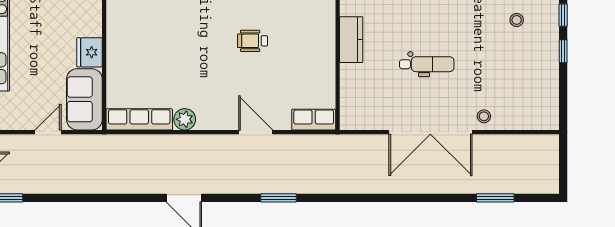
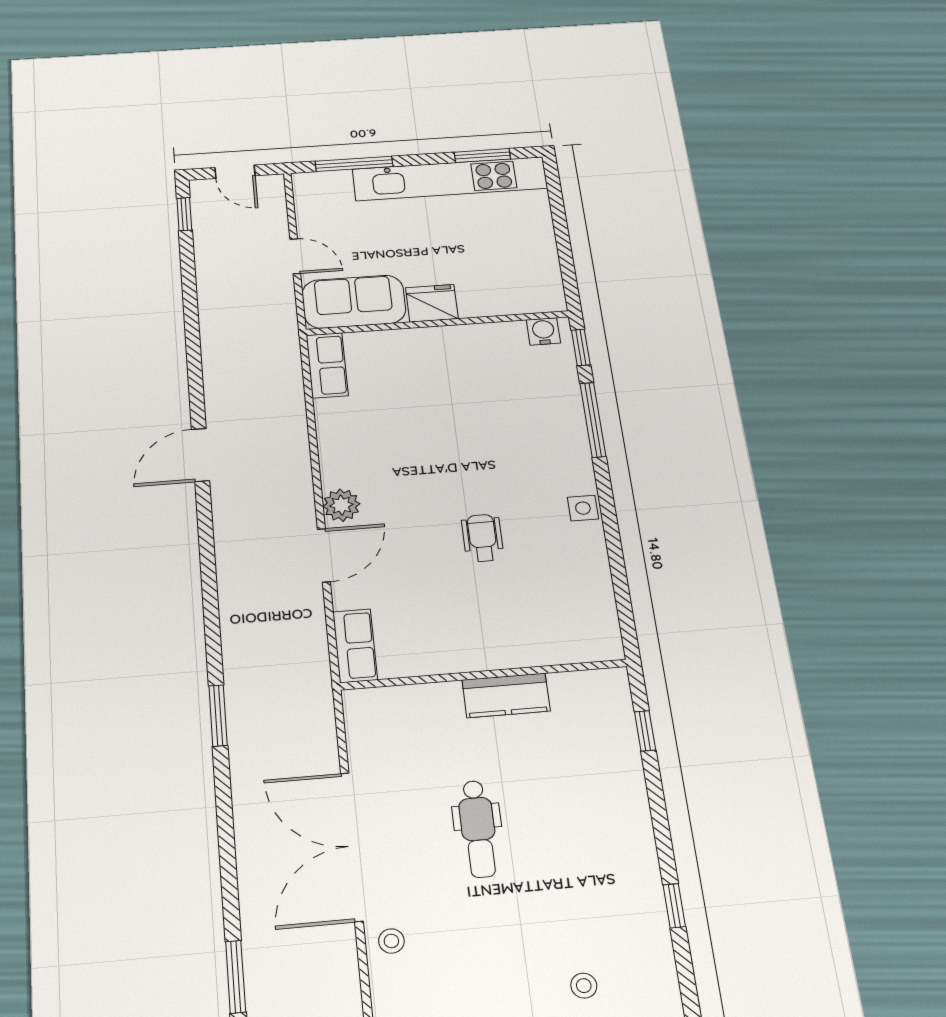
row of seats: (139, 119) -> (327, 365), width x0.68
plant: (185, 119) -> (341, 505), moved
window: (279, 198) -> (218, 715), moved

